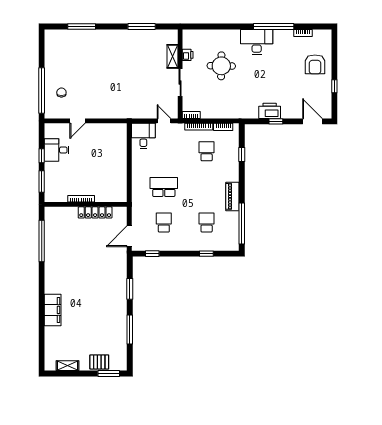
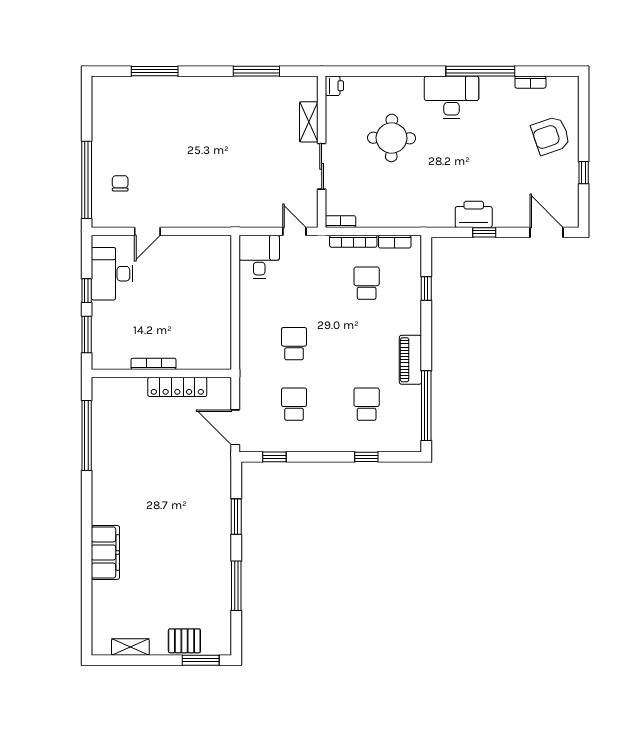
printer: (188, 55) -> (334, 86), moved
armchair: (315, 64) -> (551, 136), turned 71
desk: (57, 150) -> (112, 274), width x1.37
school desk: (164, 187) -> (294, 344), width x0.54
door: (129, 236) -> (235, 427), hinge flipped

